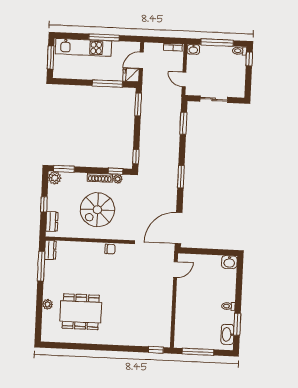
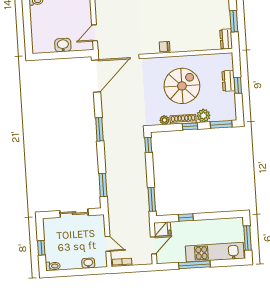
window: (217, 43) -> (77, 272), removed
washbasin: (193, 49) -> (88, 263), moved
window: (249, 59) -> (41, 248), moved
door: (184, 79) -> (108, 244), moved
window: (107, 84) -> (186, 217), width x0.46
window: (116, 171) -> (190, 126), moved
plant: (55, 178) -> (203, 116), moved
dresser: (52, 221) -> (228, 81), moved
washbasin: (229, 262) -> (63, 45), moved
window: (41, 266) -> (234, 21), width x0.69

